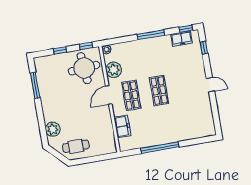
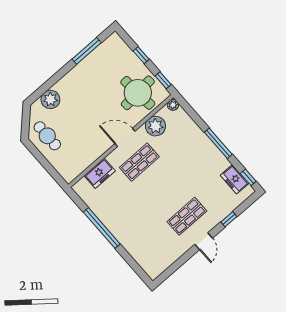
window: (204, 48) -> (229, 219), moved
shop shelf: (159, 91) -> (187, 216), moved

